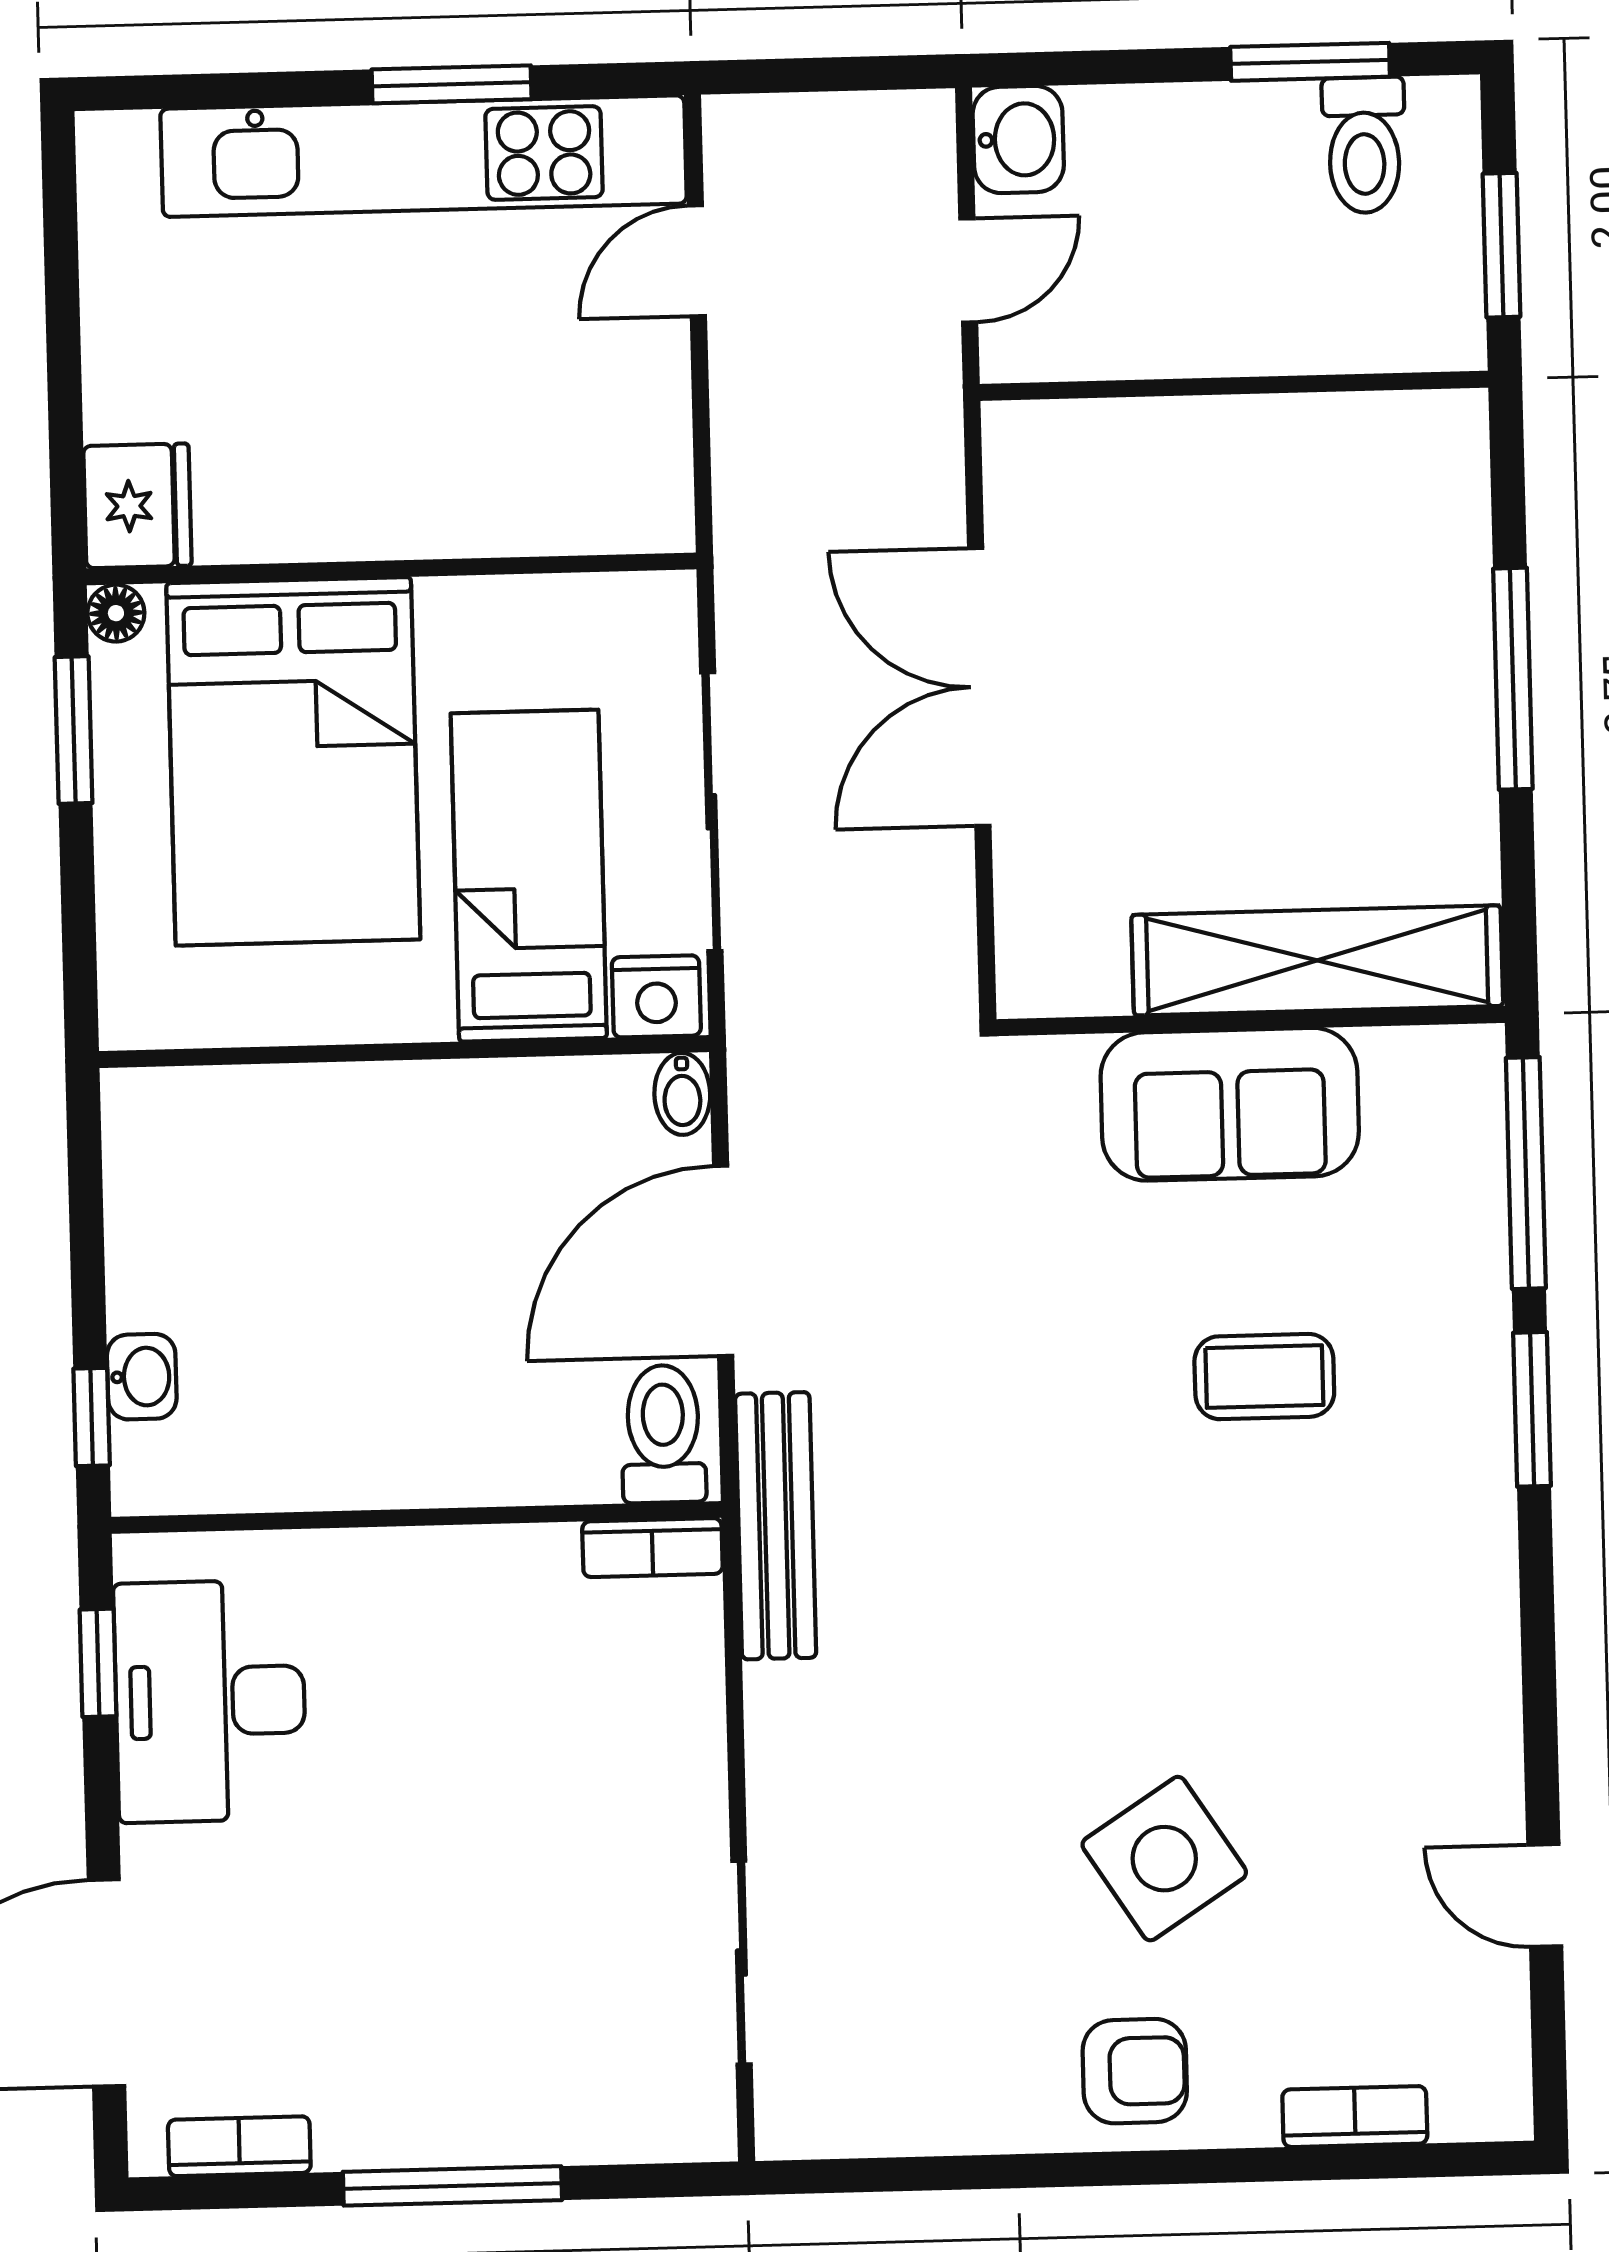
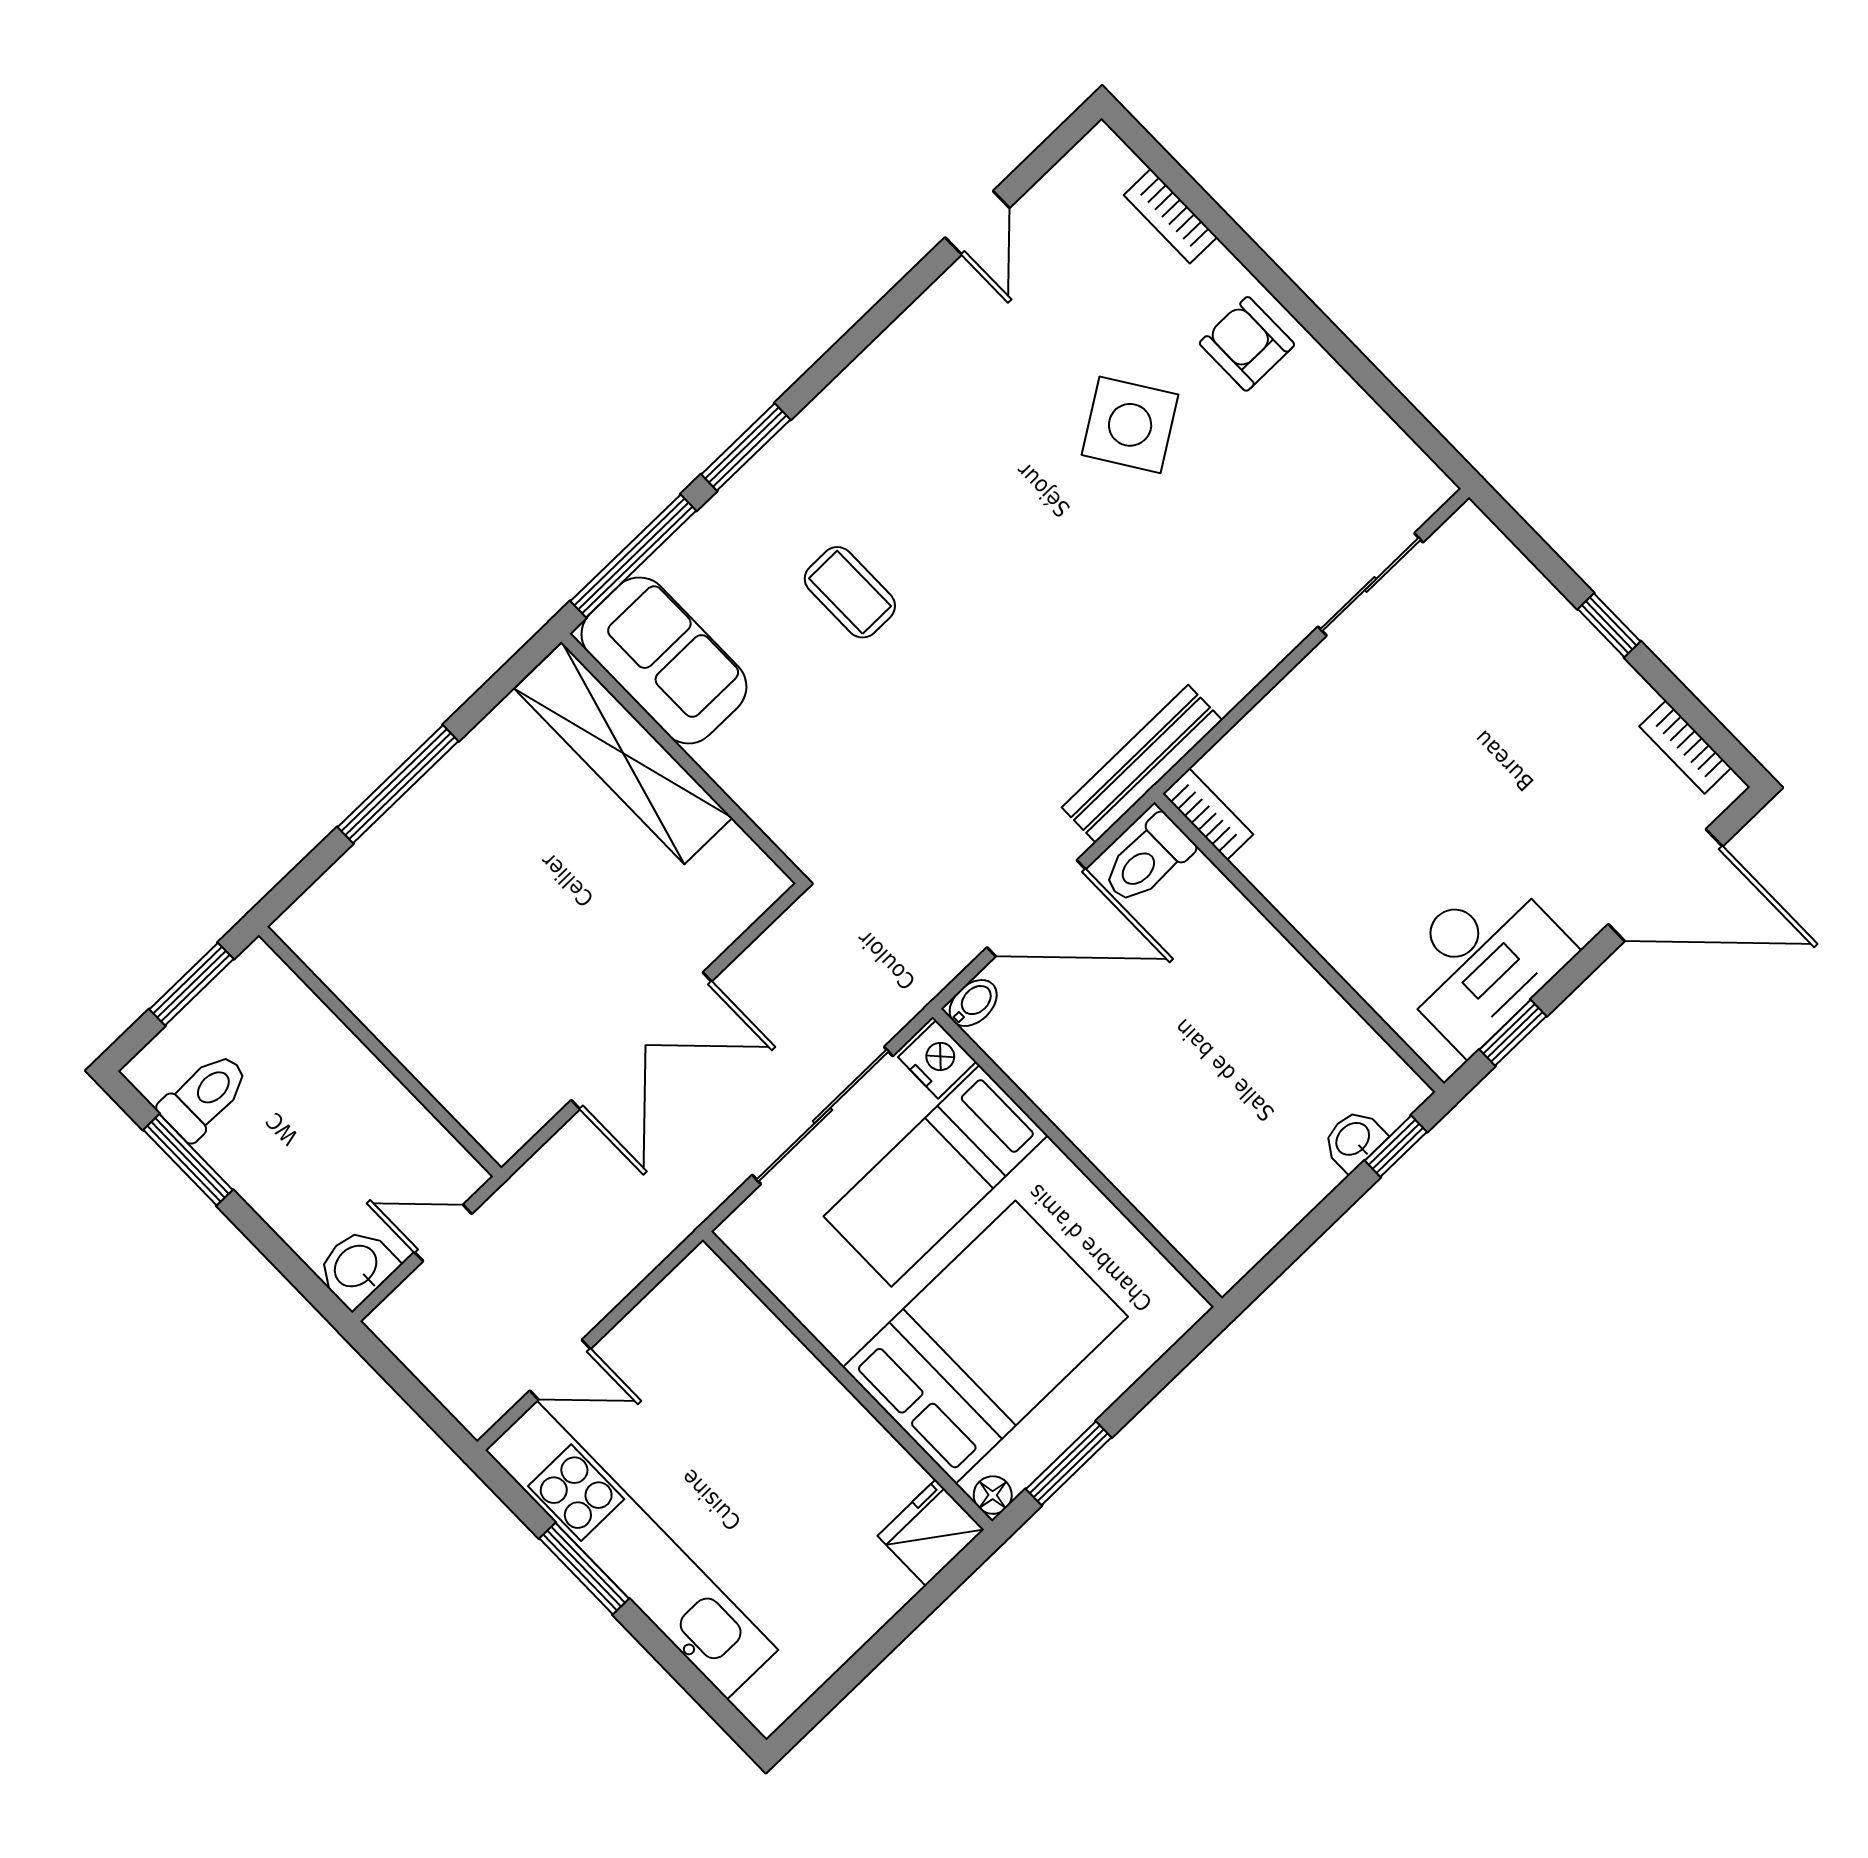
sofa: (1230, 1104) -> (664, 660), moved
window: (452, 2186) -> (1609, 625), width x0.46

